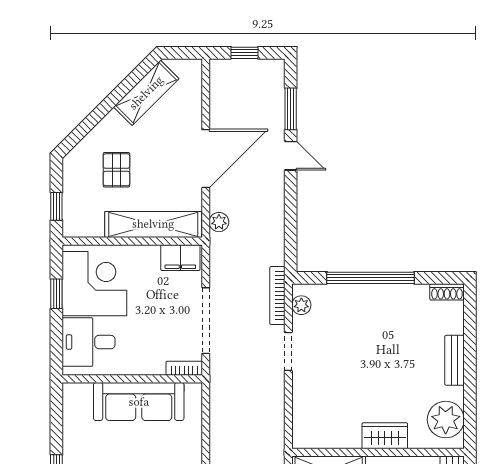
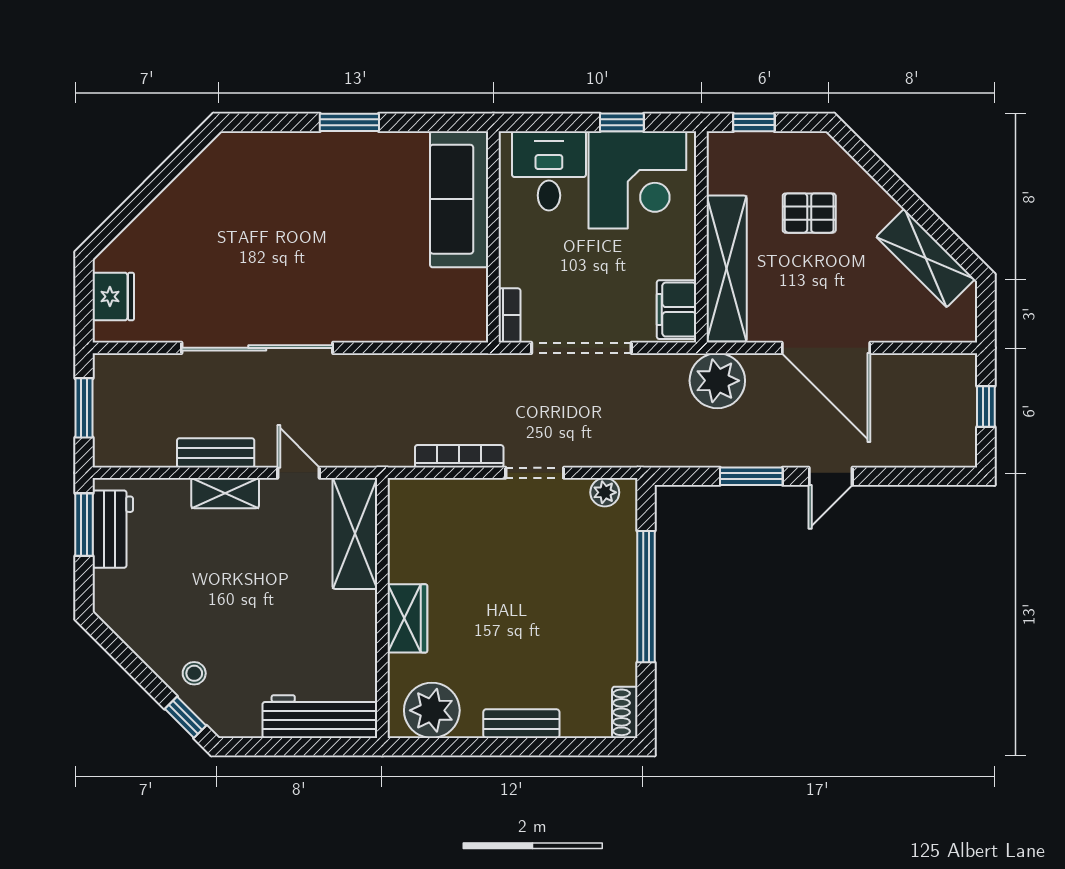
window: (291, 109) -> (751, 476), moved
plant: (219, 222) -> (717, 381), width x1.87, depth x1.87
bookcase: (277, 296) -> (459, 456), moved
sofa: (139, 402) -> (459, 199), moved

